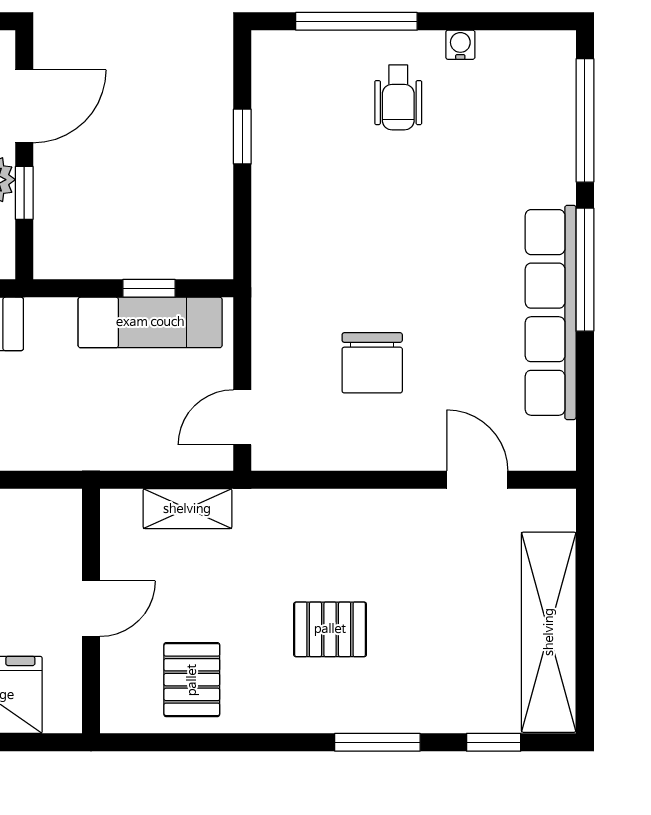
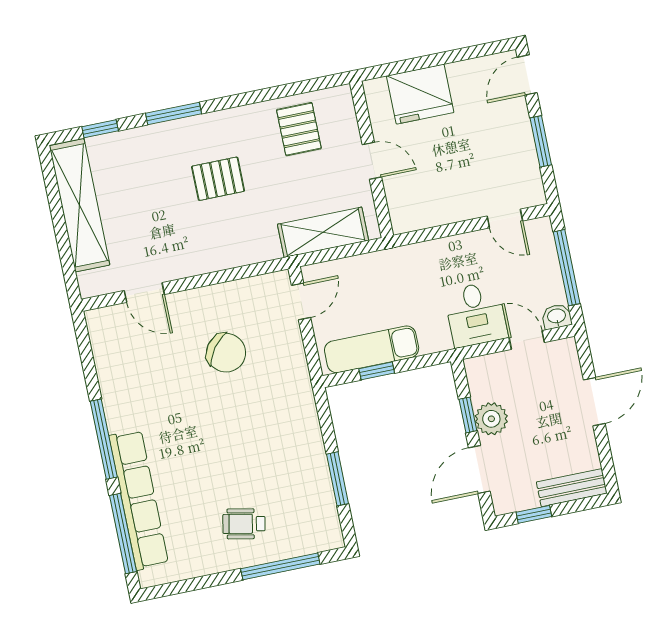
water cooler: (460, 45) -> (212, 565), removed
wheelchair: (398, 97) -> (244, 524), turned -79
window: (242, 137) -> (337, 479), width x1.50
row of seats: (551, 312) -> (139, 500), moved
chair: (372, 363) -> (226, 353), turned 127
shelving: (187, 509) -> (323, 232), width x1.50, depth x1.33
door: (91, 609) -> (372, 161), swing flipped

